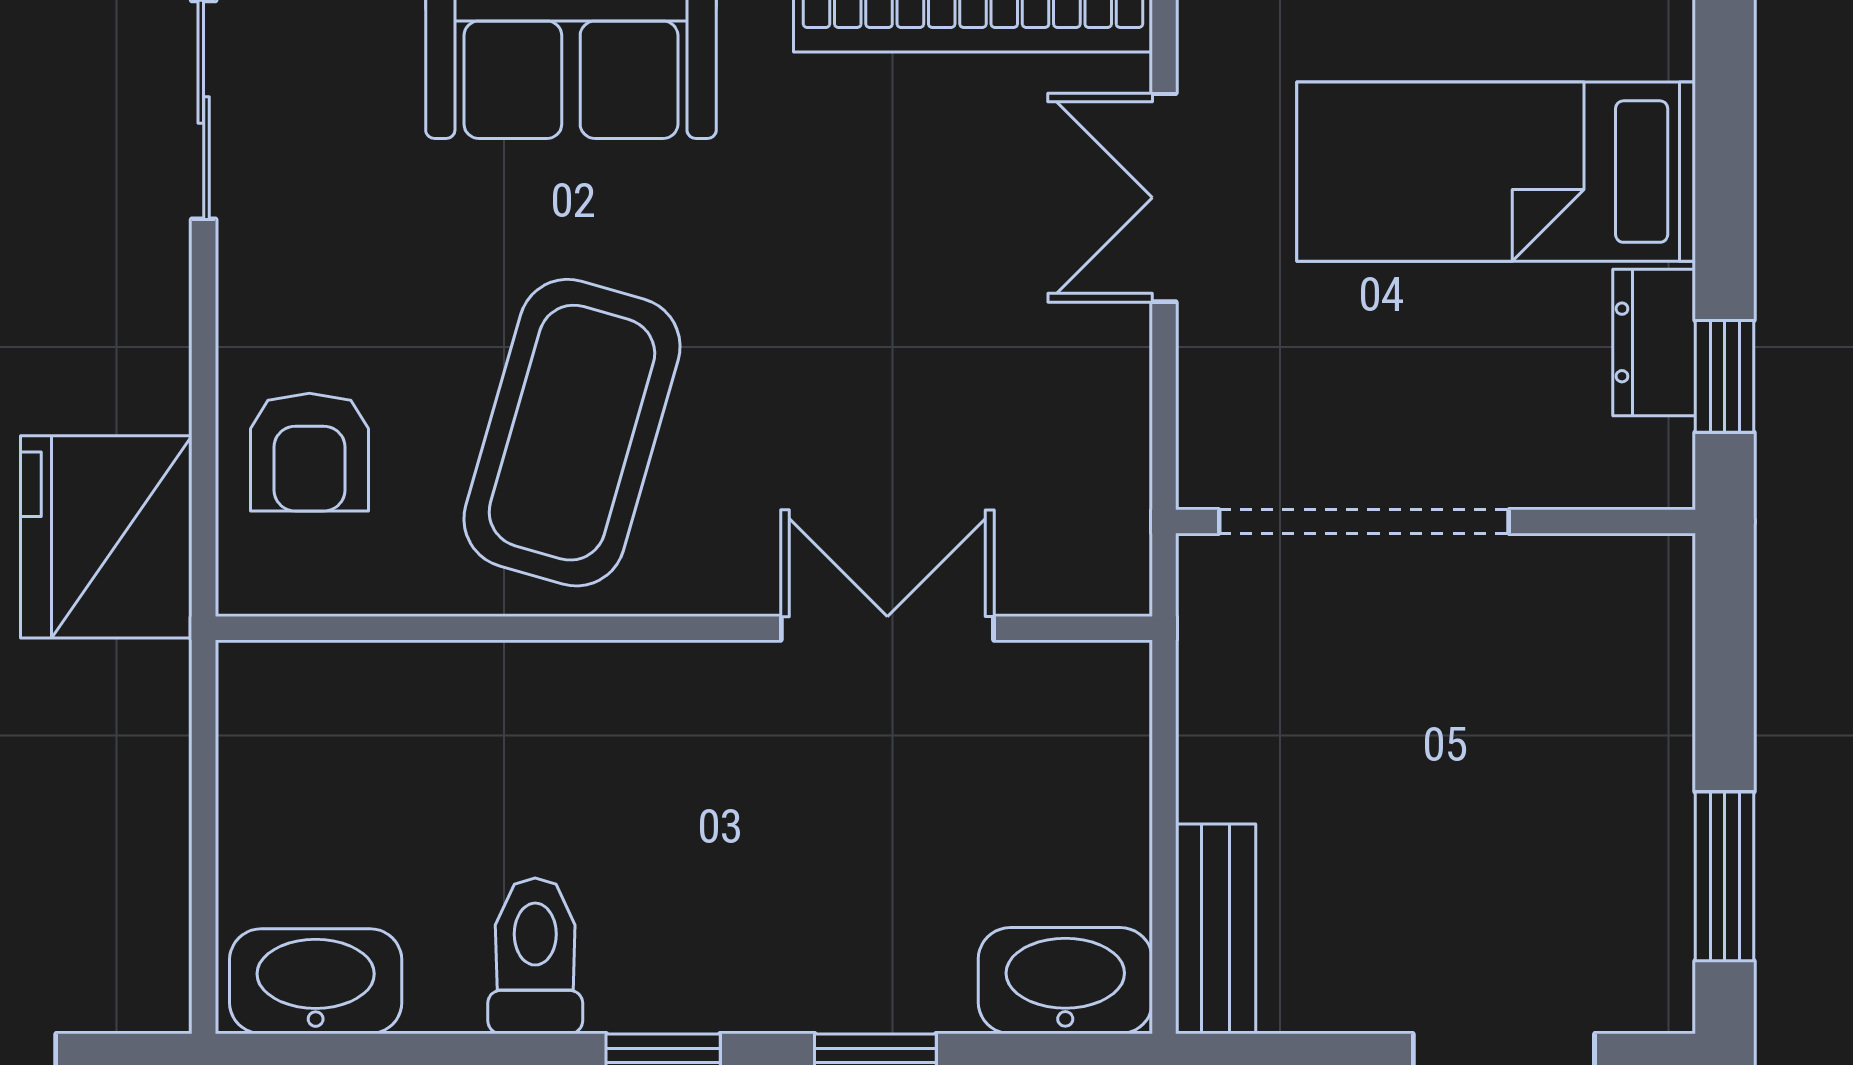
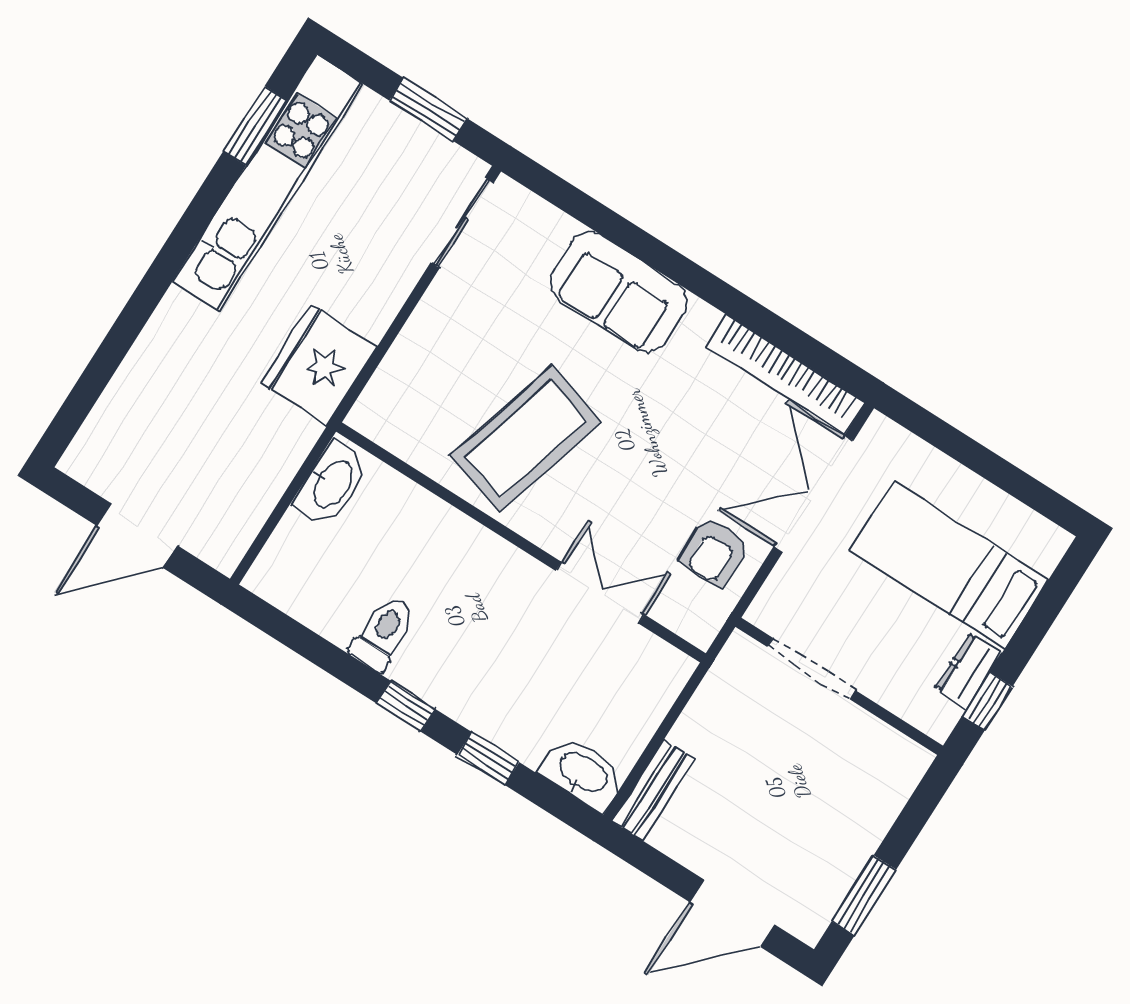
double door: (1164, 198) -> (814, 494), width x1.37
armchair: (309, 452) -> (714, 552), moved
doorway: (1364, 522) -> (811, 669), width x0.73
washbasin: (316, 981) -> (332, 483), moved, turned 90

